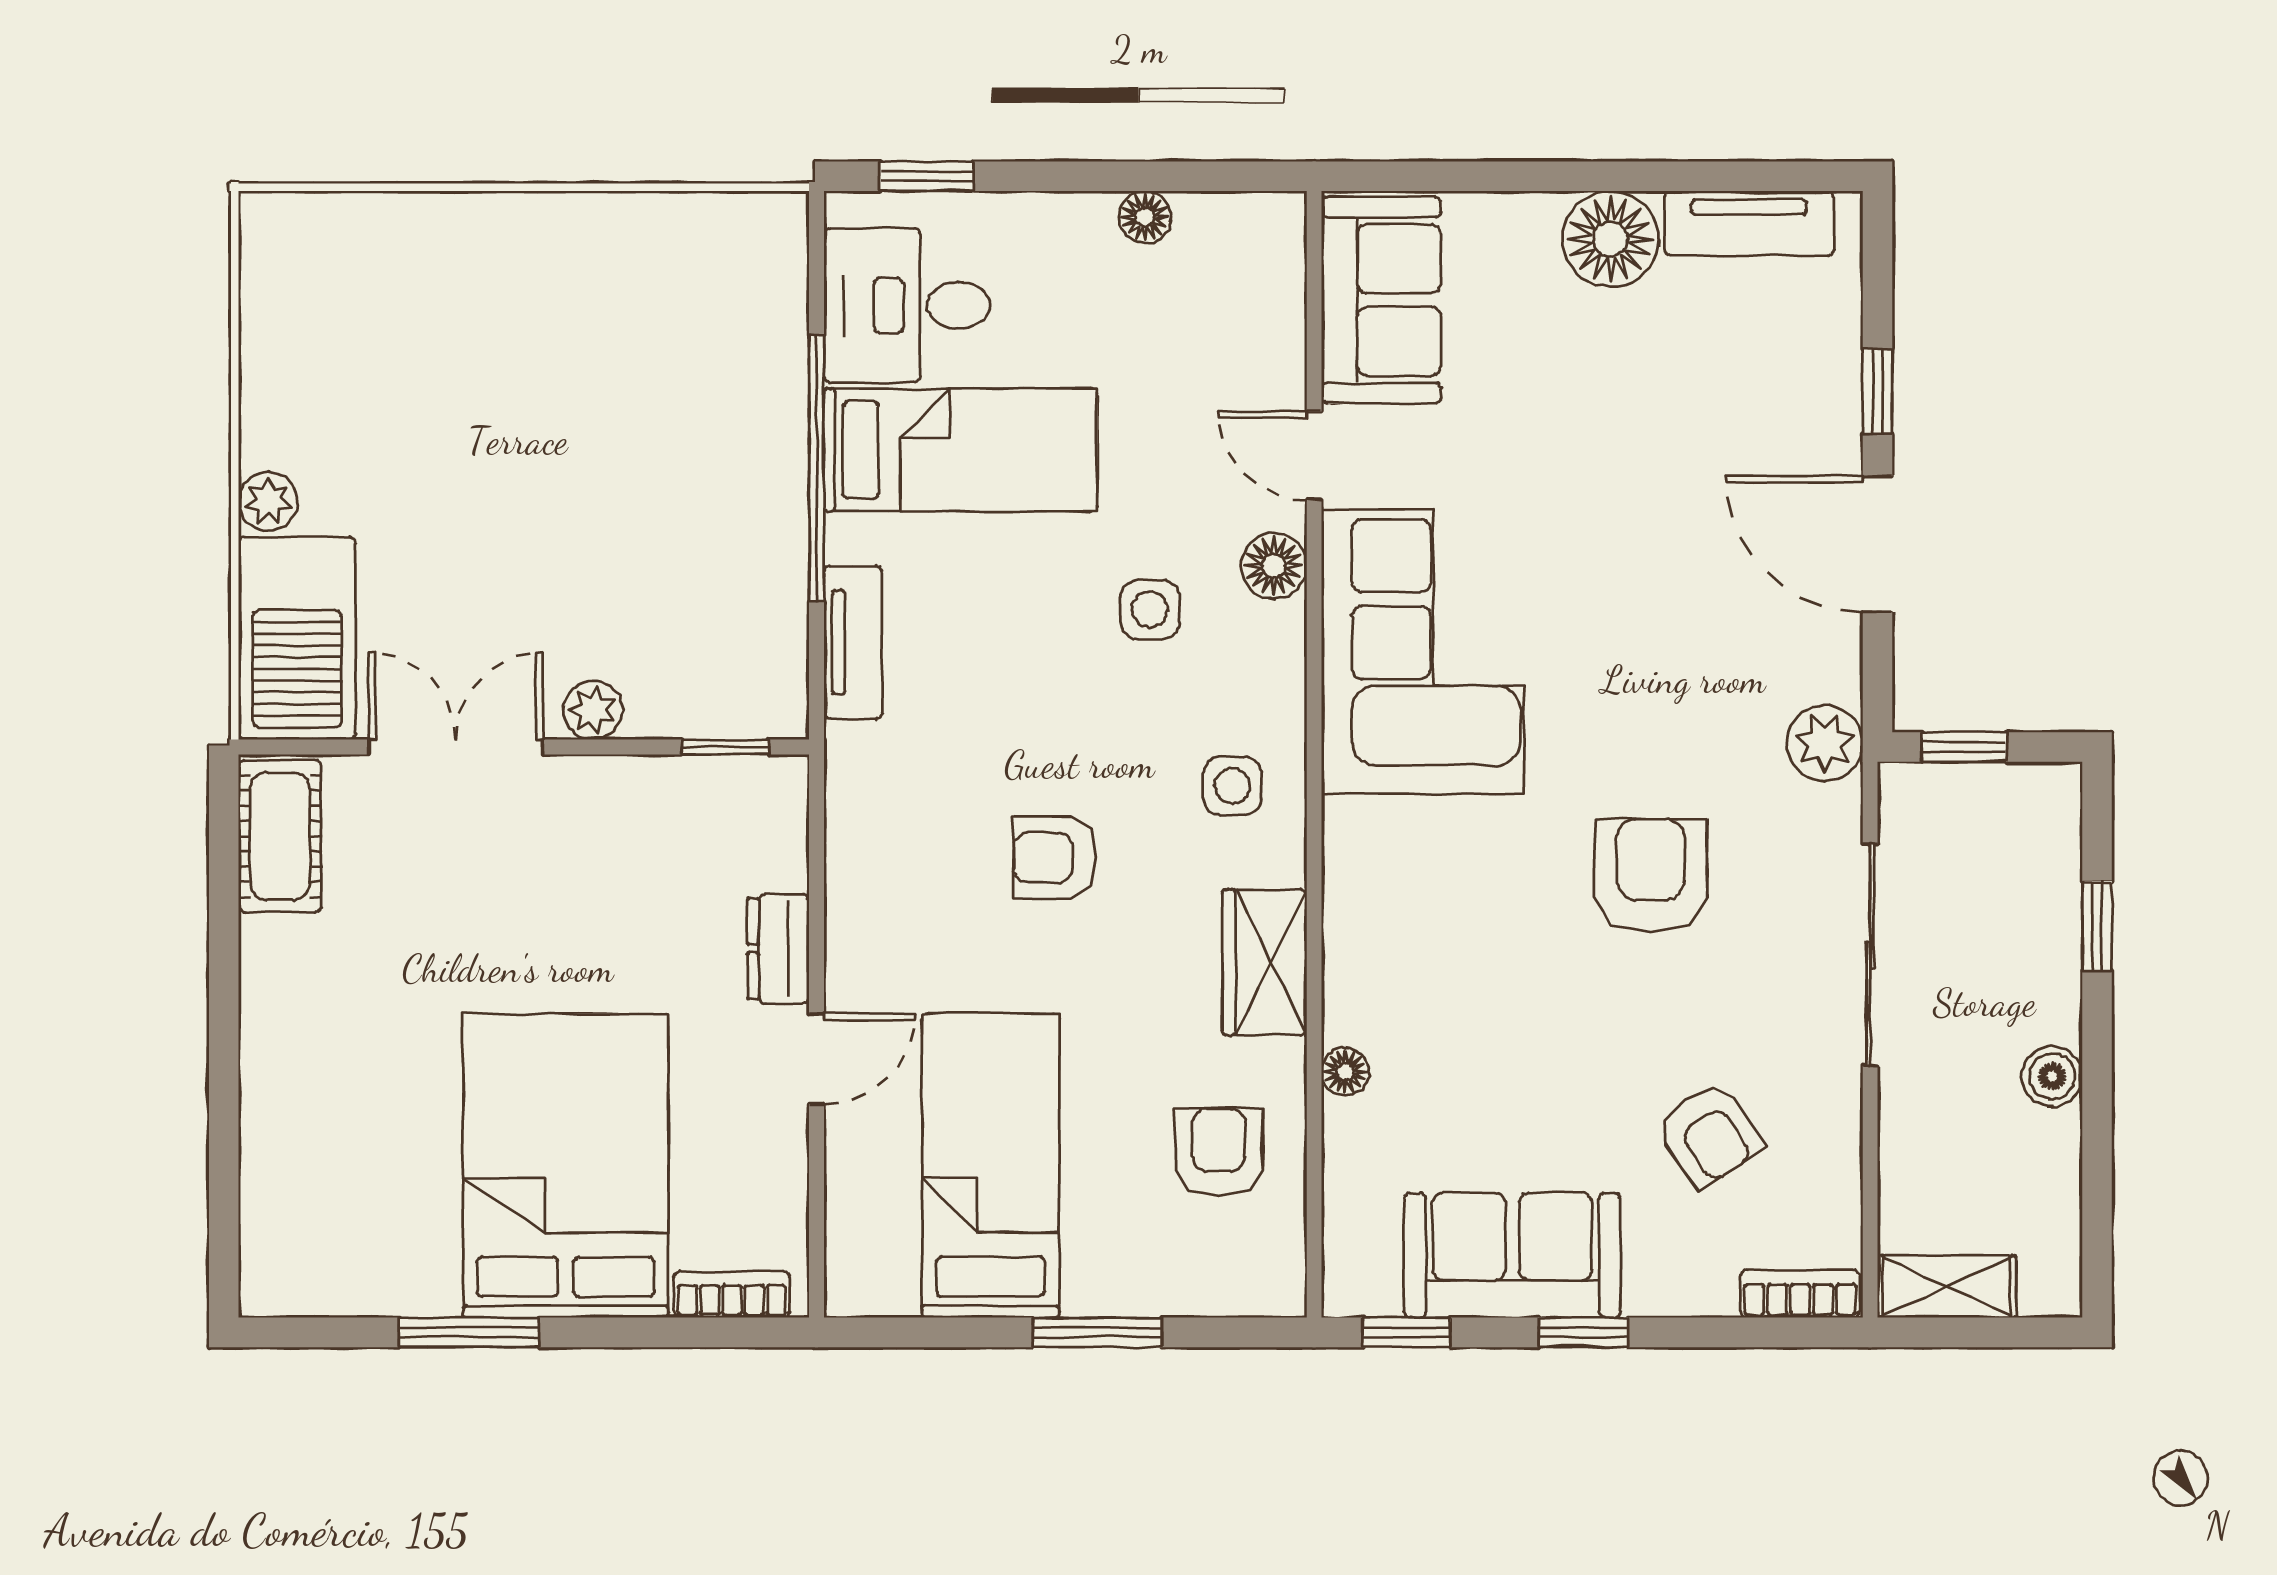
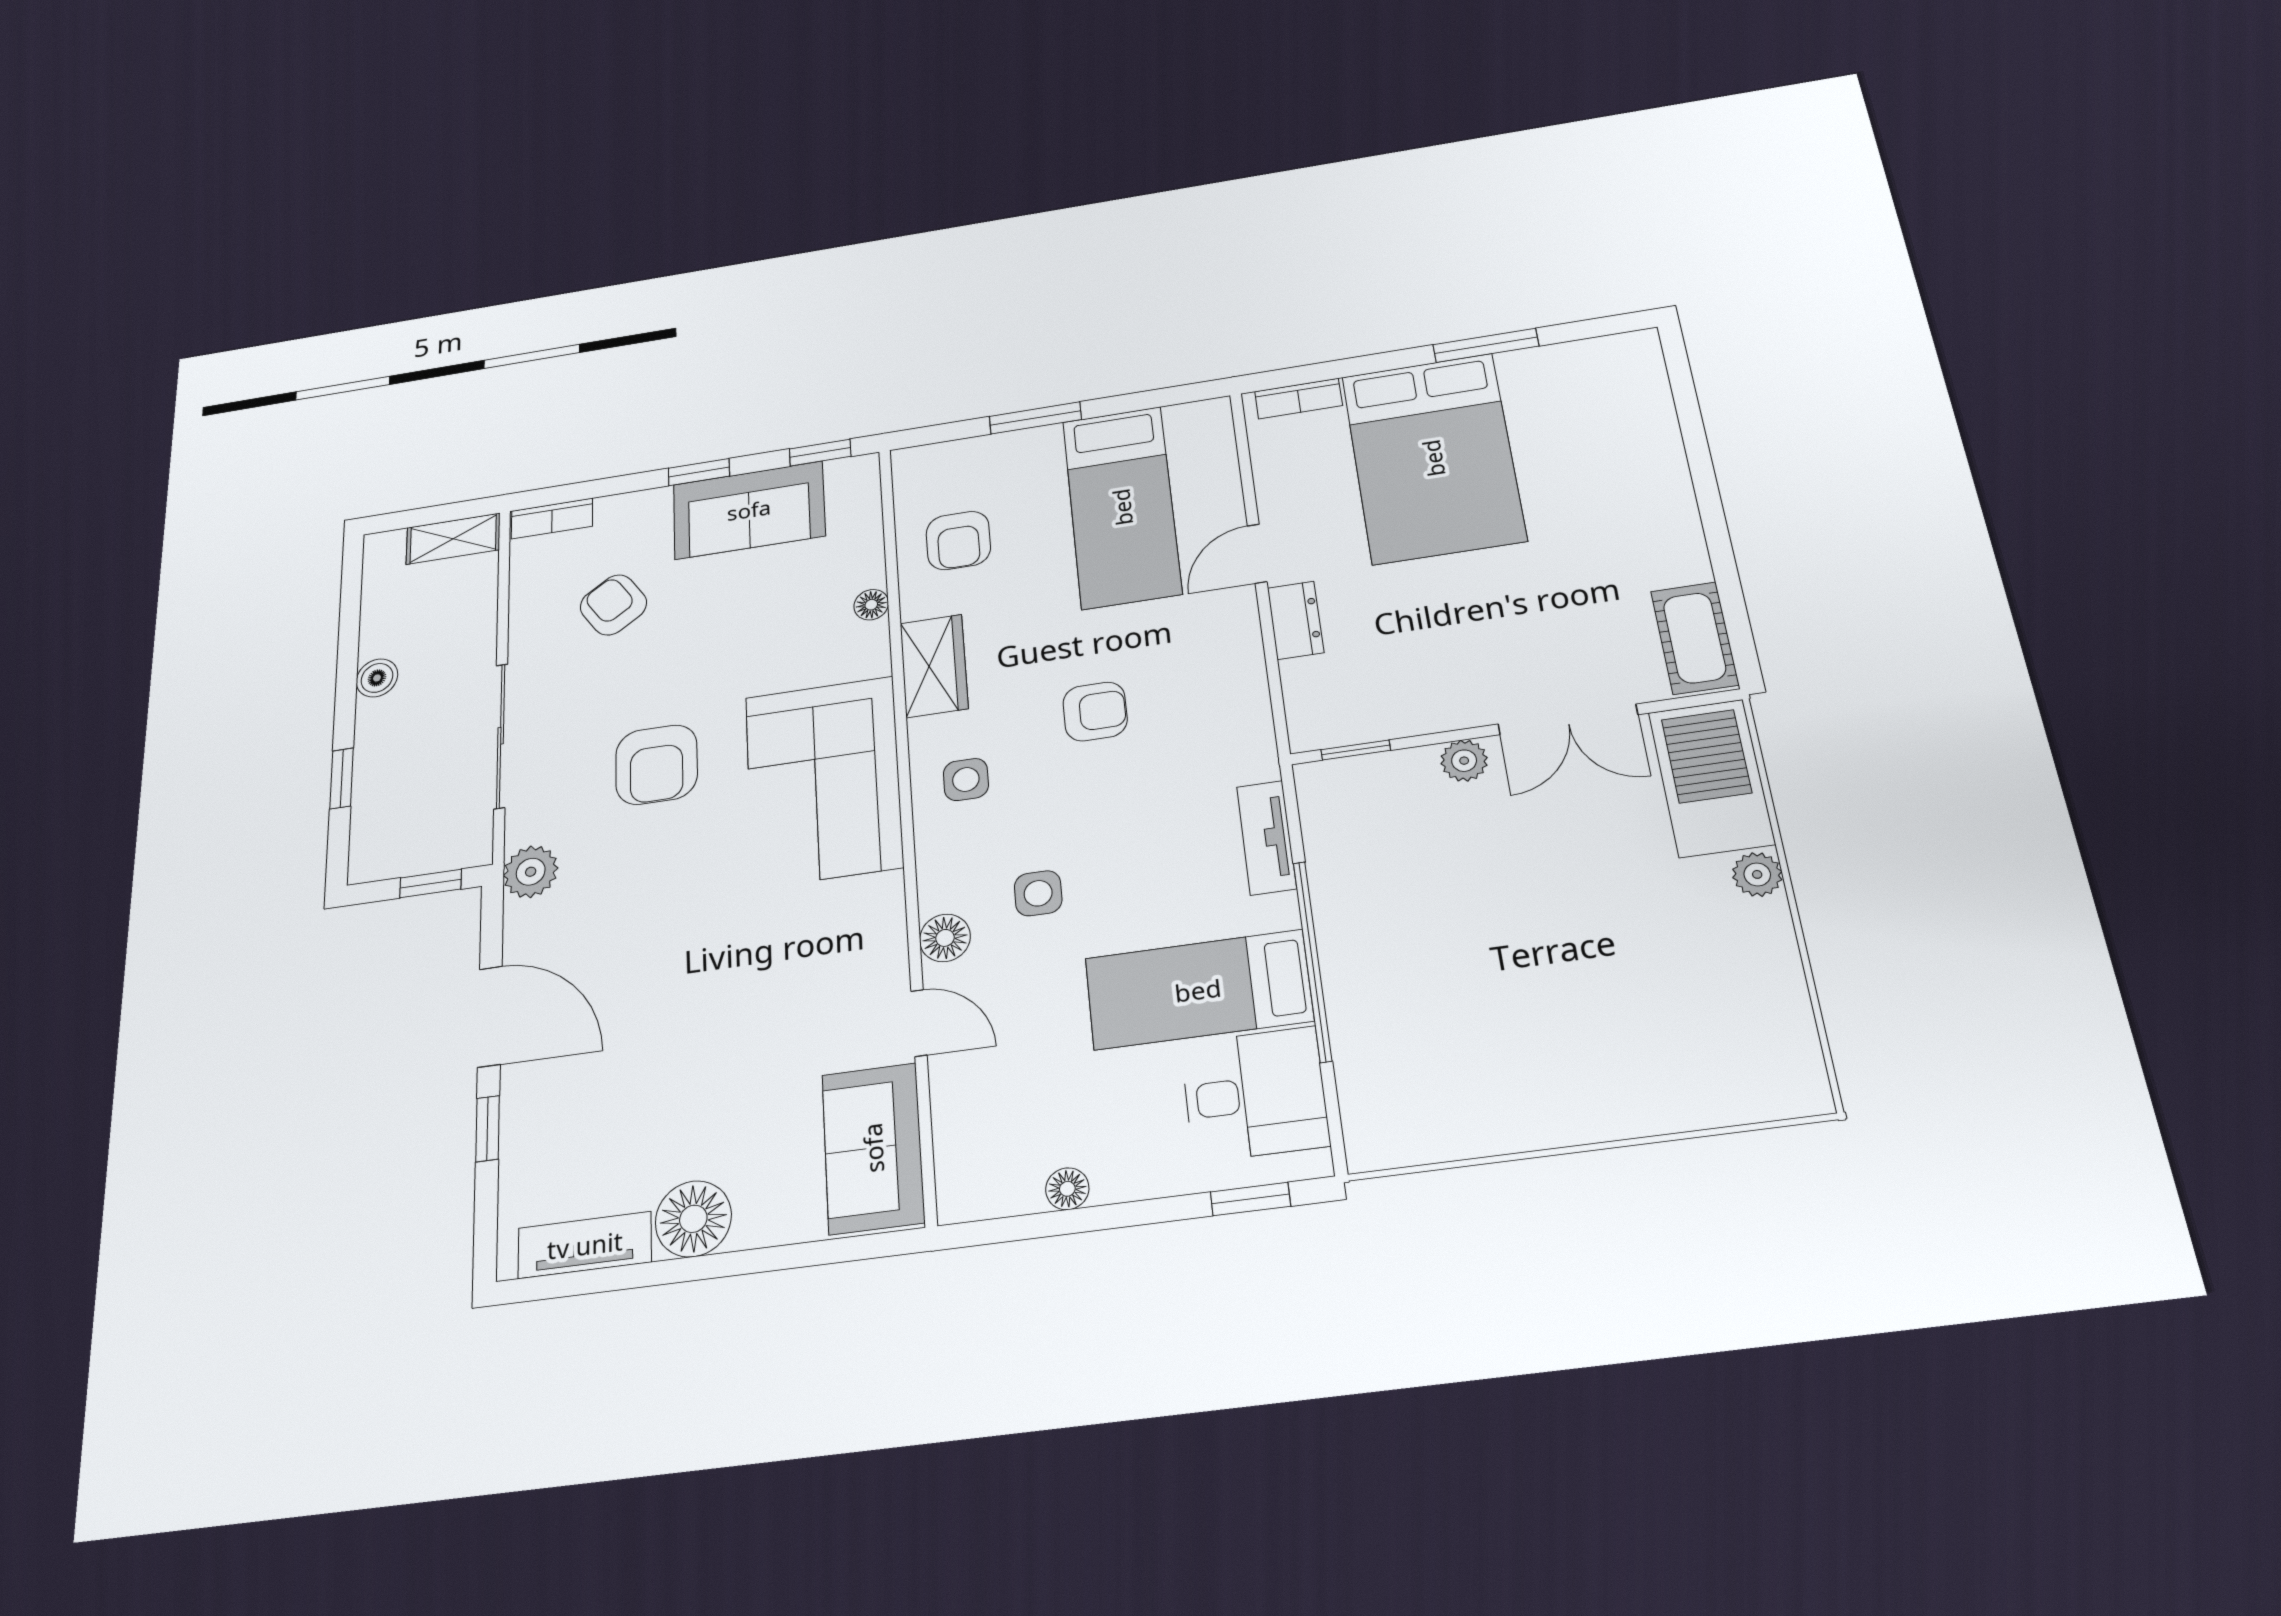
corner sofa: (1423, 652) -> (823, 781), moved

